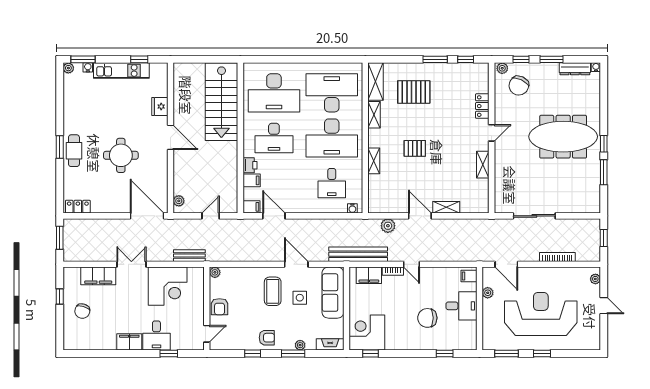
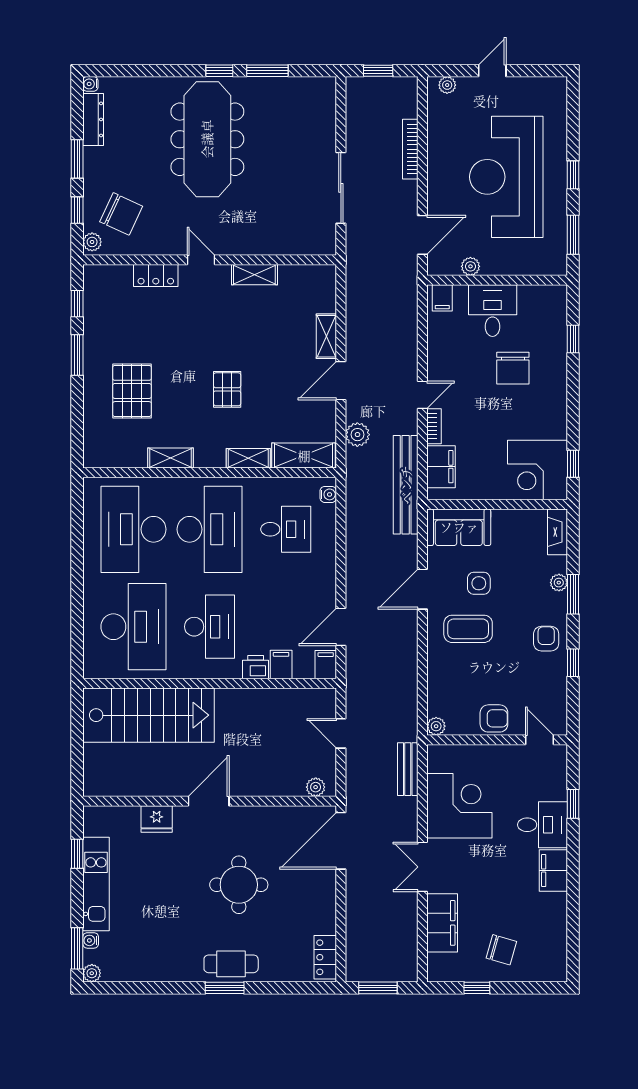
shelving: (376, 82) -> (304, 456), moved
sofa: (333, 293) -> (459, 527), width x0.73

